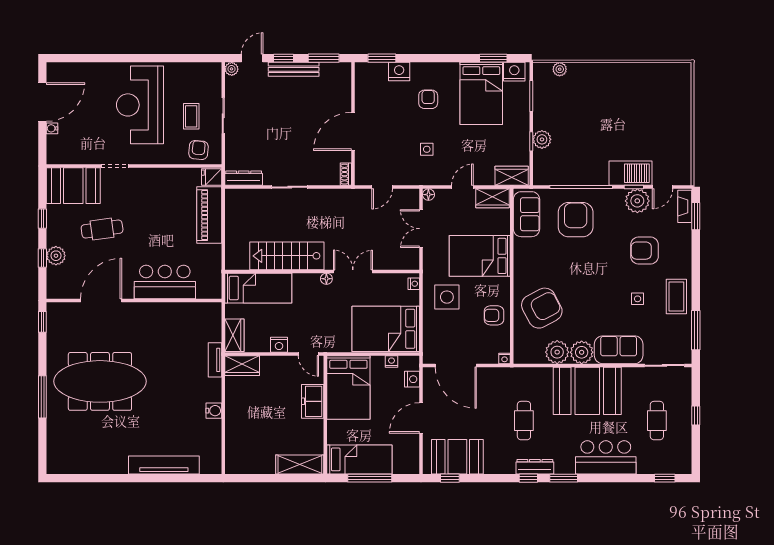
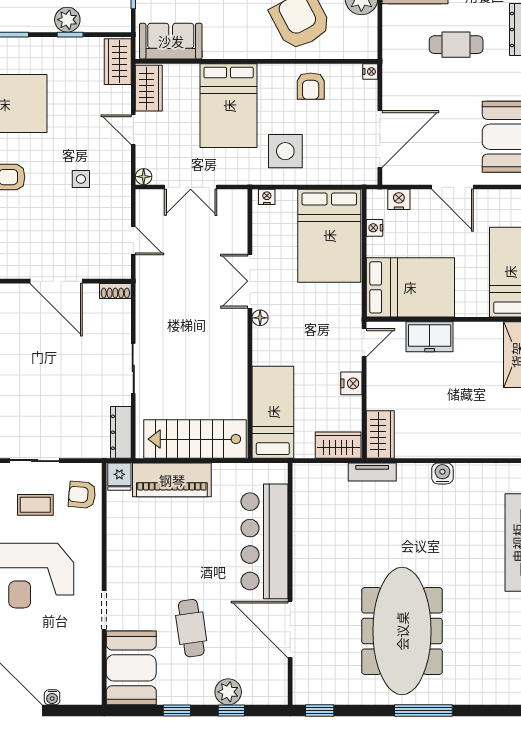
stairs: (287, 256) -> (195, 439), moved, turned 90
bar counter: (165, 282) -> (265, 541), width x1.36

